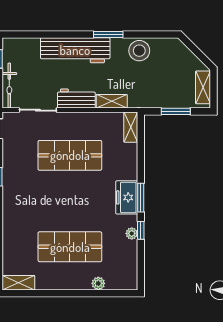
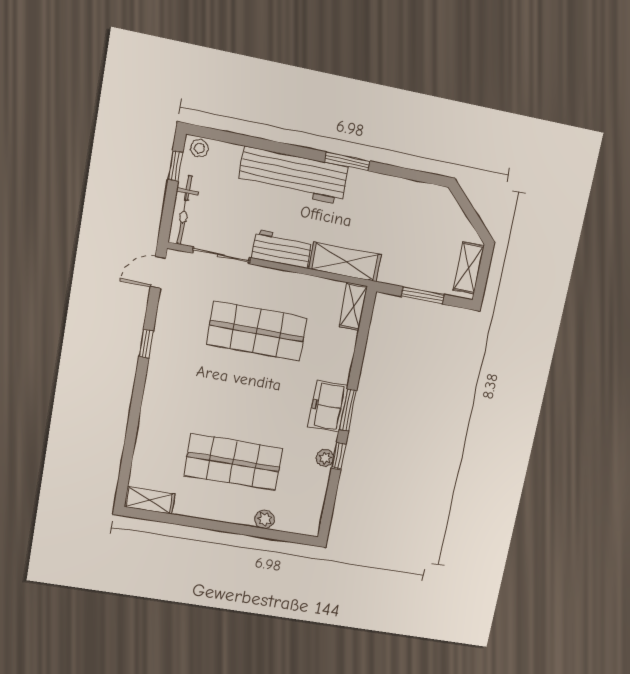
stool: (139, 51) -> (199, 148), moved, width x0.53, depth x0.53
shelving: (112, 101) -> (345, 262), width x1.50, depth x1.33

